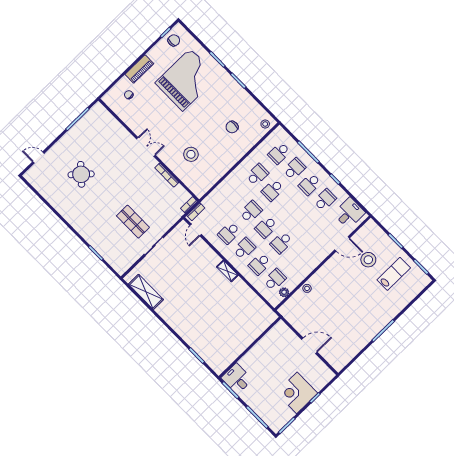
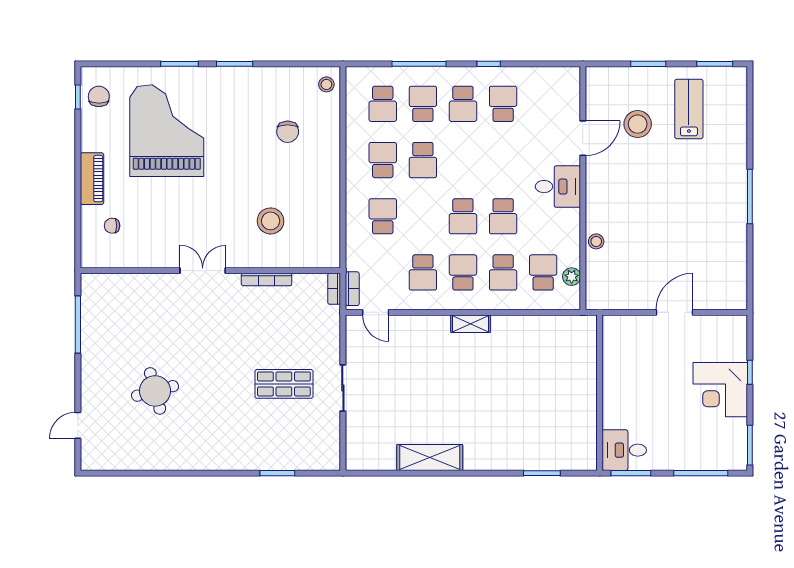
round table: (81, 174) -> (155, 391), turned 33
school desk: (251, 212) -> (383, 216), moved
desk: (349, 213) -> (558, 187), moved, turned 90
shelving: (146, 292) -> (430, 457), moved

